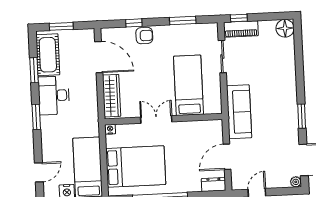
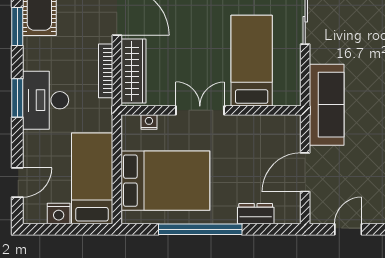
desk: (54, 95) -> (46, 100), moved
bookcase: (93, 96) -> (106, 71), added
nightstand: (110, 129) -> (149, 122), moved
dresser: (214, 184) -> (256, 214), moved

